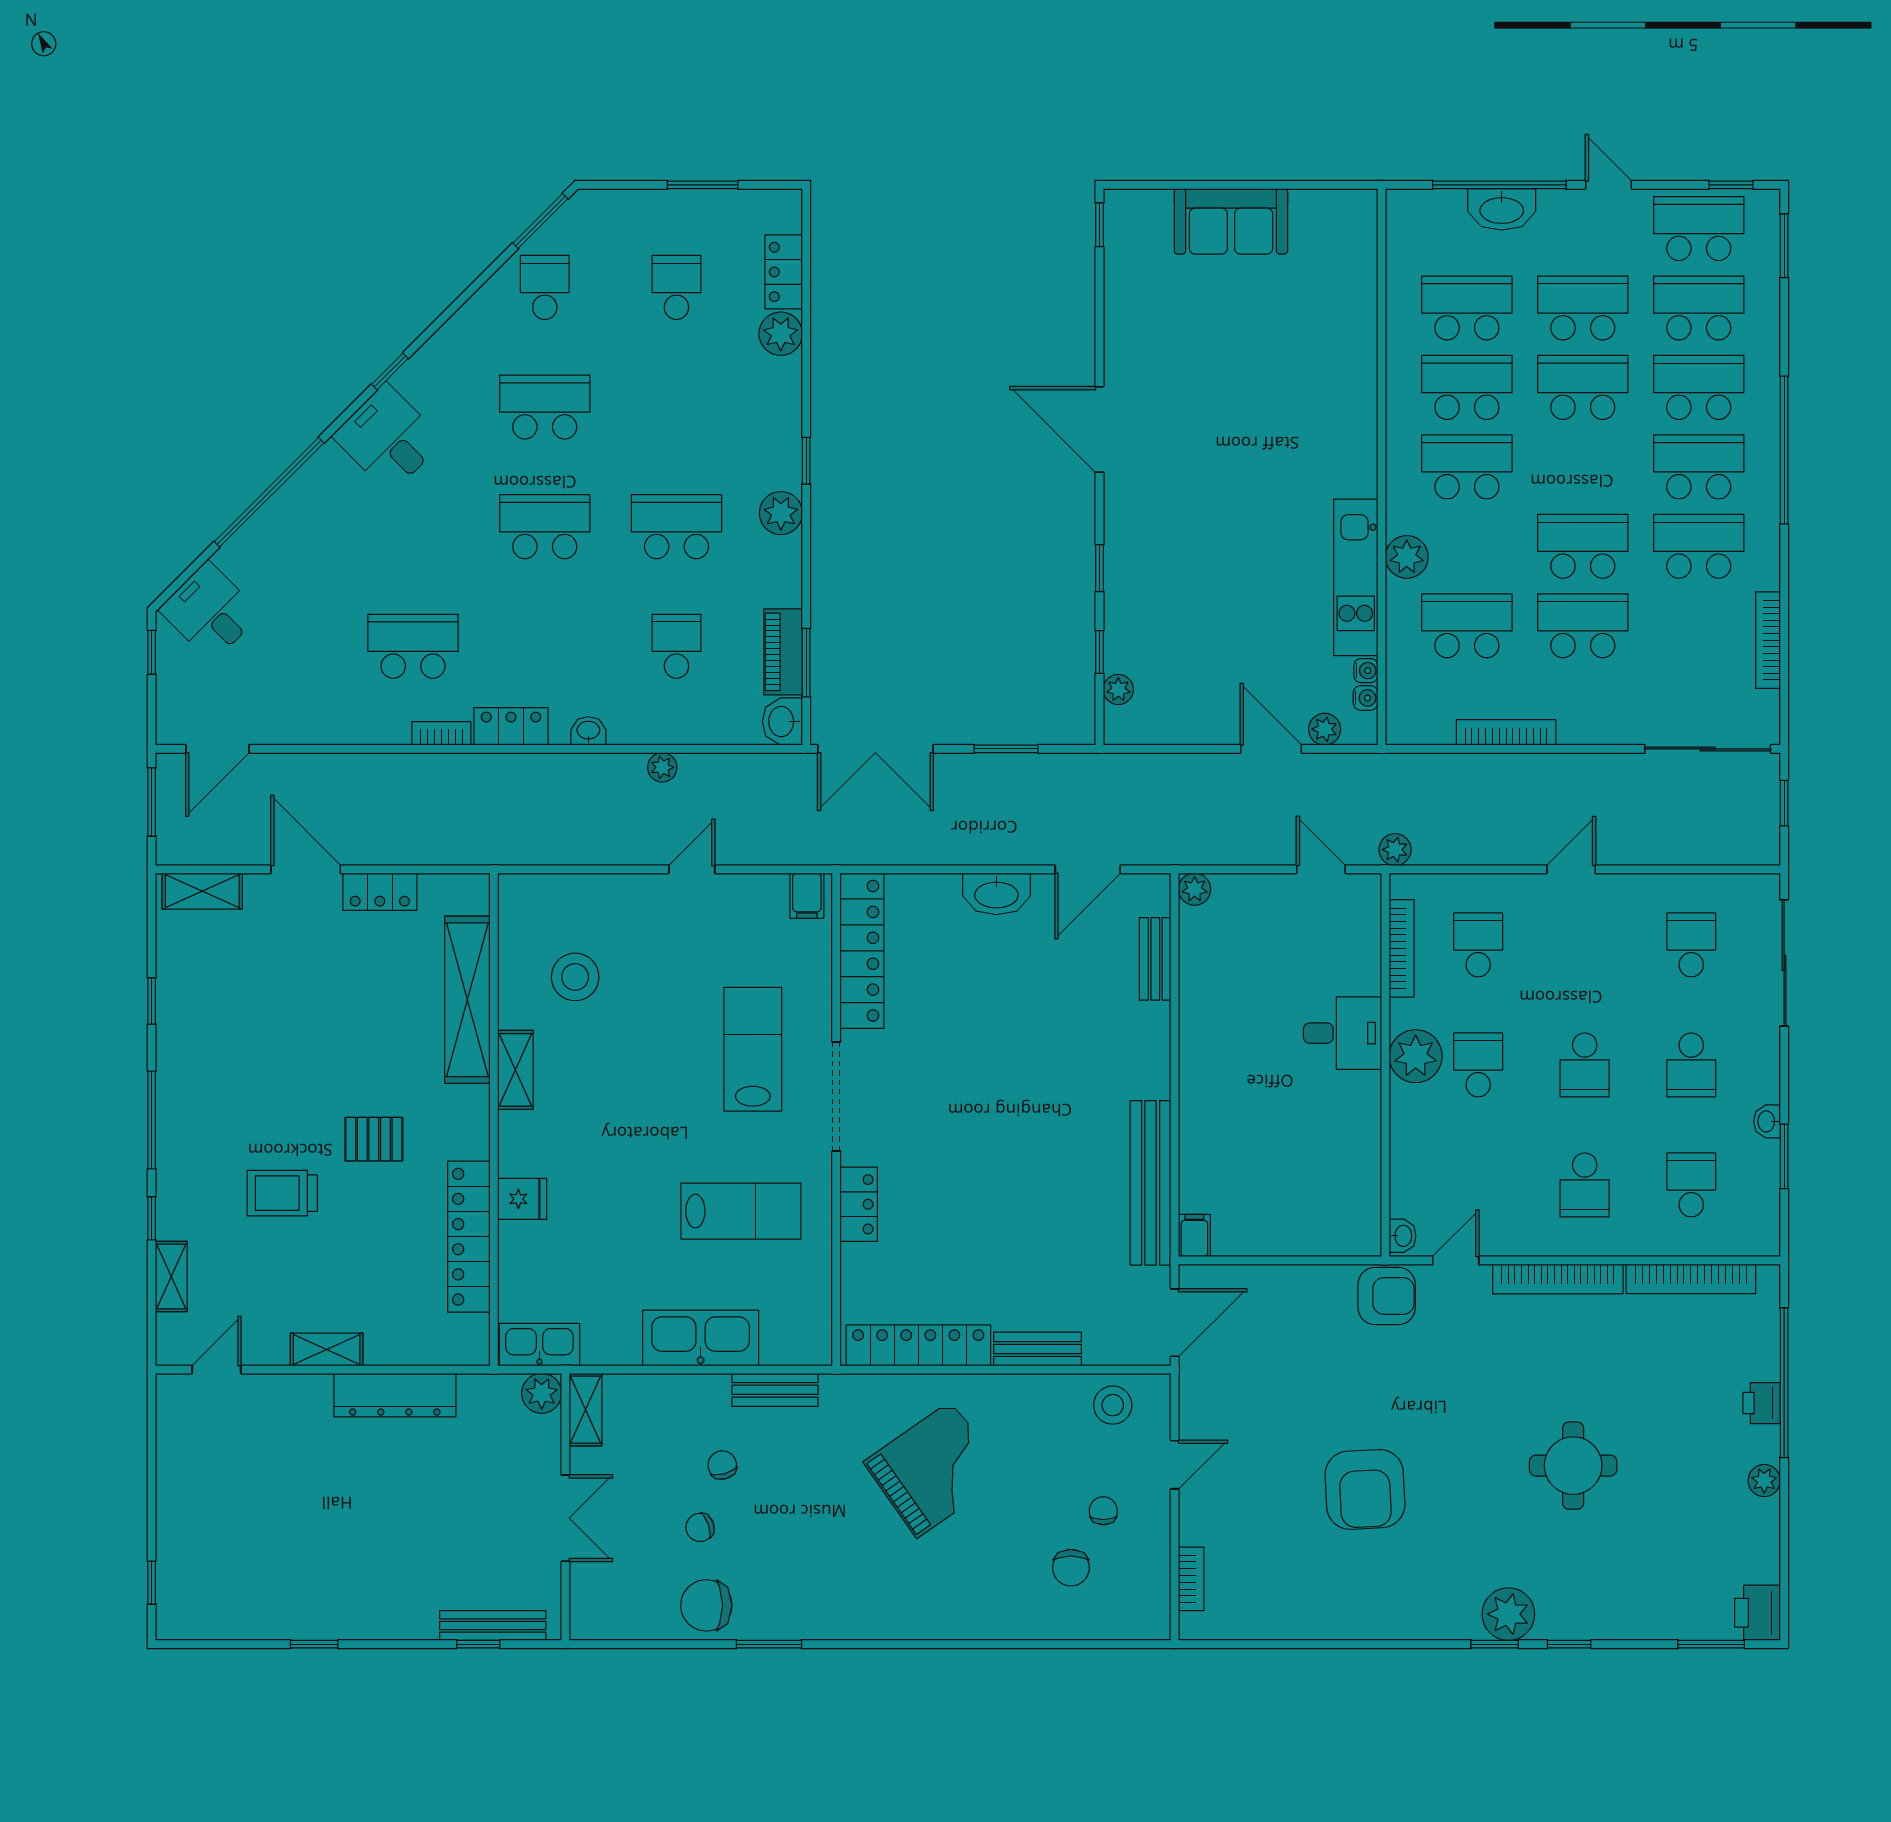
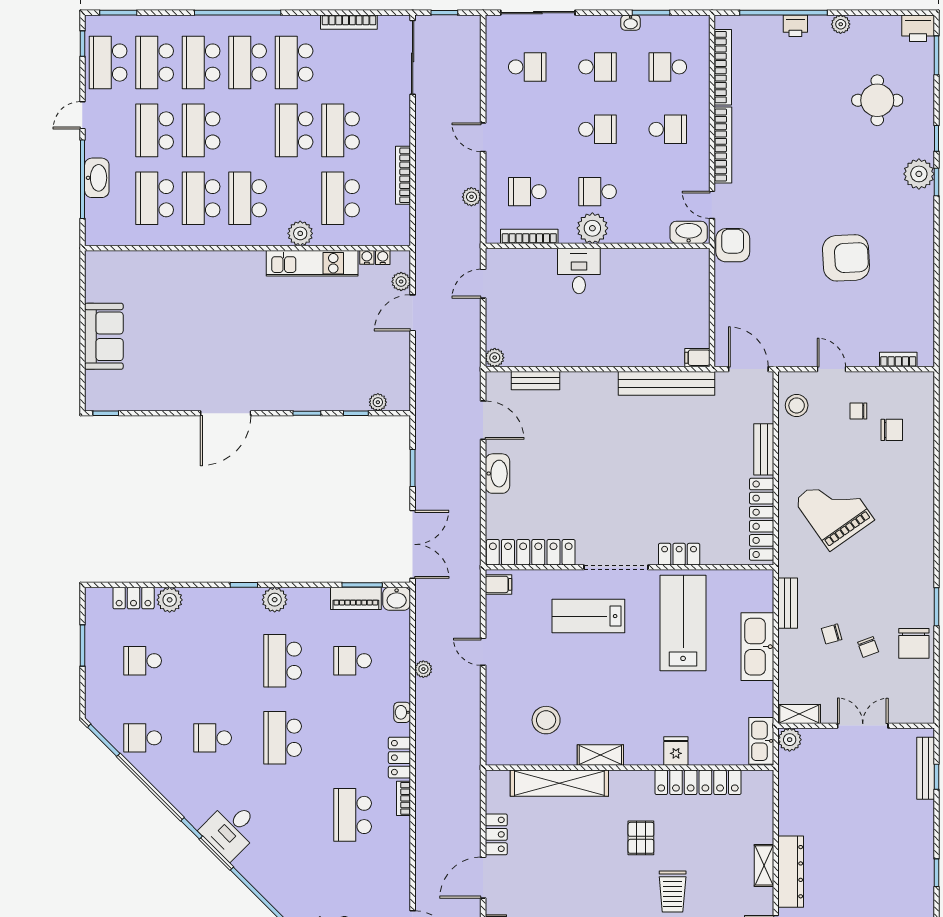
school desk: (545, 407) -> (213, 738), width x0.54
plant: (1395, 850) -> (471, 197), moved
school desk: (1691, 945) -> (527, 67), turned 180
lab bench: (741, 1211) -> (683, 623), width x1.36, depth x1.39
washbasin: (1403, 1236) -> (689, 232), width x1.91, depth x1.45
dresser: (395, 1395) -> (791, 872), moved
round table: (1573, 1466) -> (877, 100), moved

